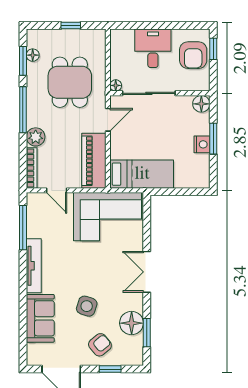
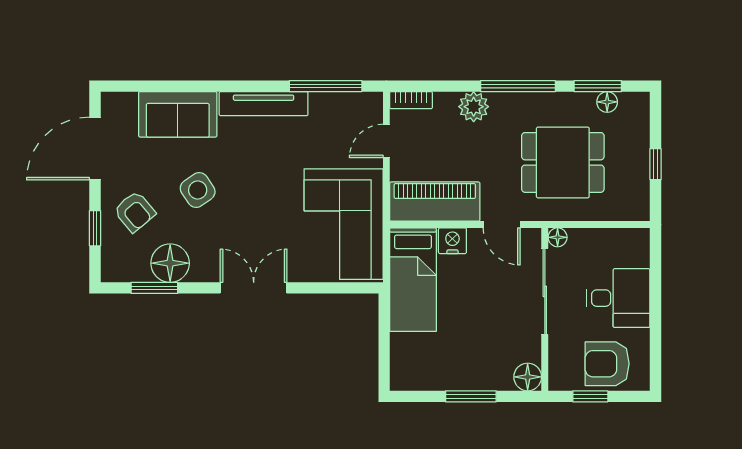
window: (213, 49) -> (590, 396), moved
nightstand: (202, 144) -> (452, 241), moved, turned 180
bookcase: (32, 168) -> (411, 100), width x0.64
side table: (87, 306) -> (198, 190), turned 38

